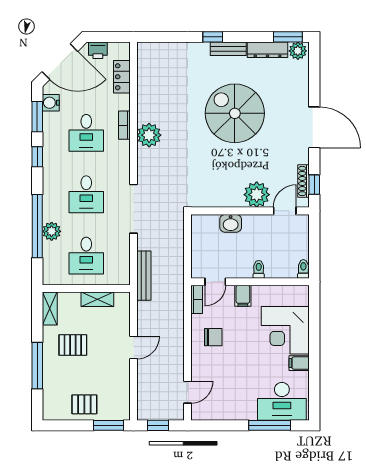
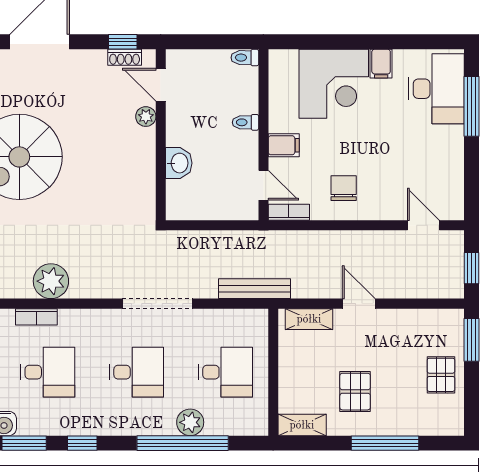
shoe rack: (304, 181) -> (125, 57), width x0.70
plant: (257, 195) -> (146, 117), width x0.53, depth x0.53
shelving: (97, 299) -> (309, 319), moved, turned 90

